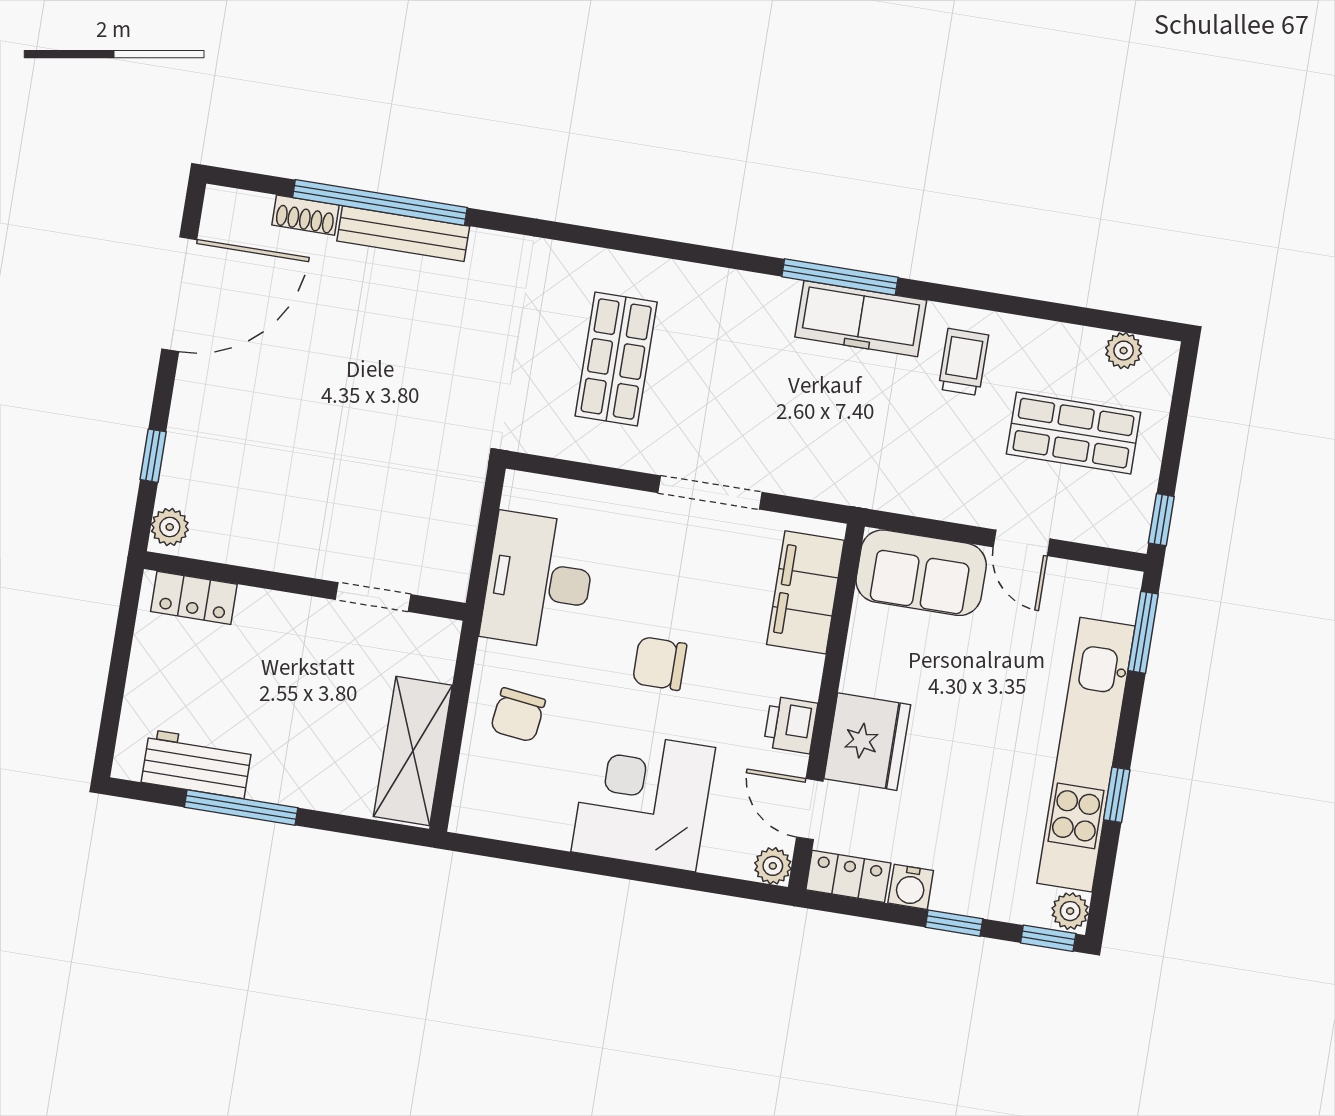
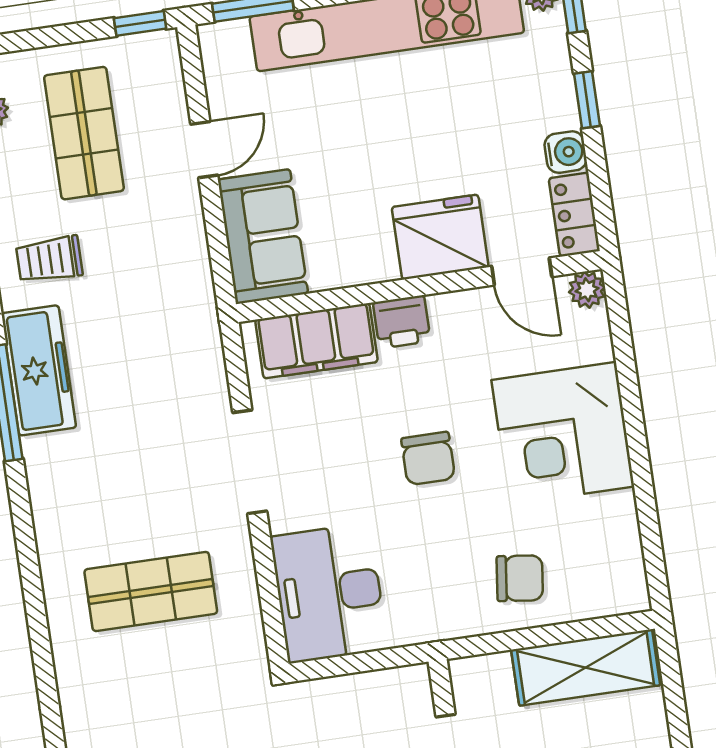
desk: (539, 581) -> (329, 593), moved, turned 90
printer: (791, 725) -> (402, 322), moved
door: (810, 809) -> (522, 272), hinge flipped

